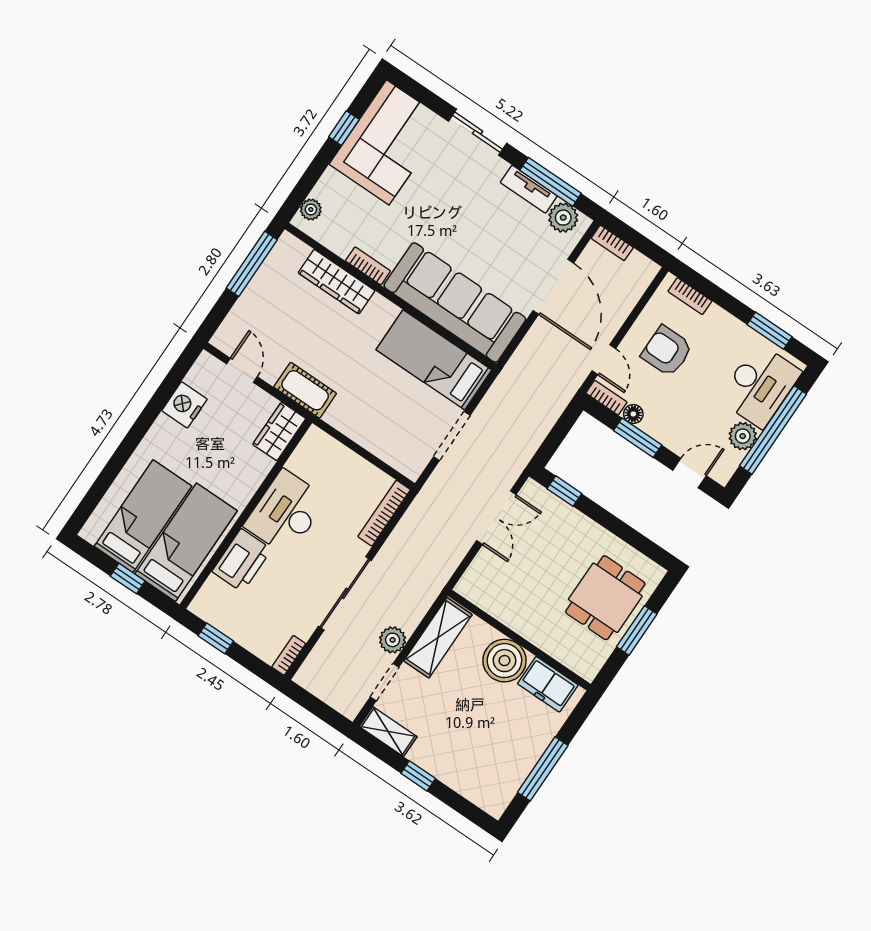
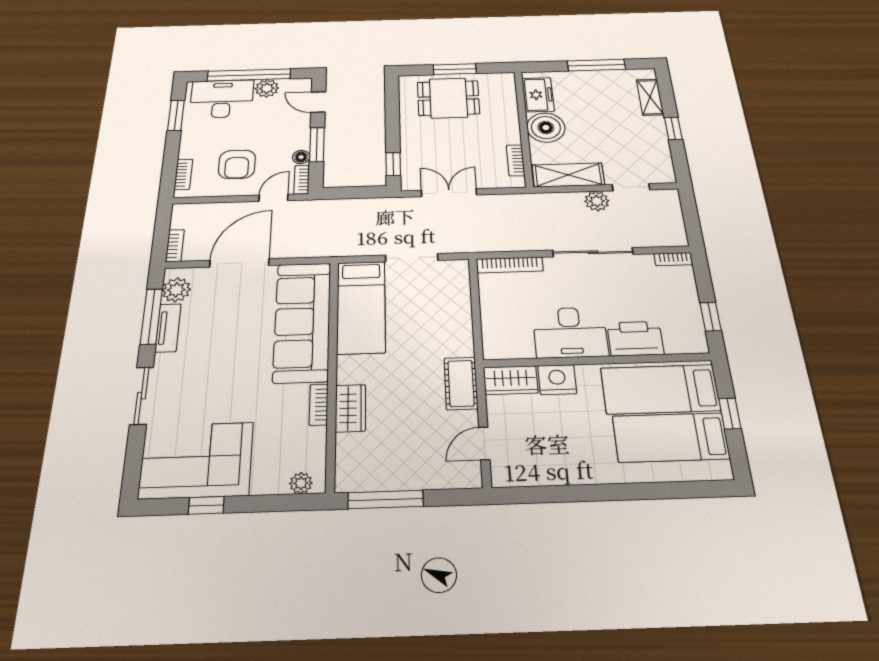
wardrobe: (337, 282) -> (350, 408), width x0.67
nightstand: (184, 405) -> (557, 380), moved, turned 180
bookcase: (488, 604) -> (516, 160), added
shelving: (388, 732) -> (650, 97), moved

